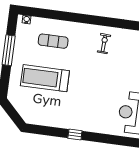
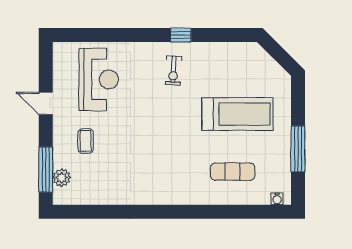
exercise bike: (104, 44) -> (173, 71), moved

